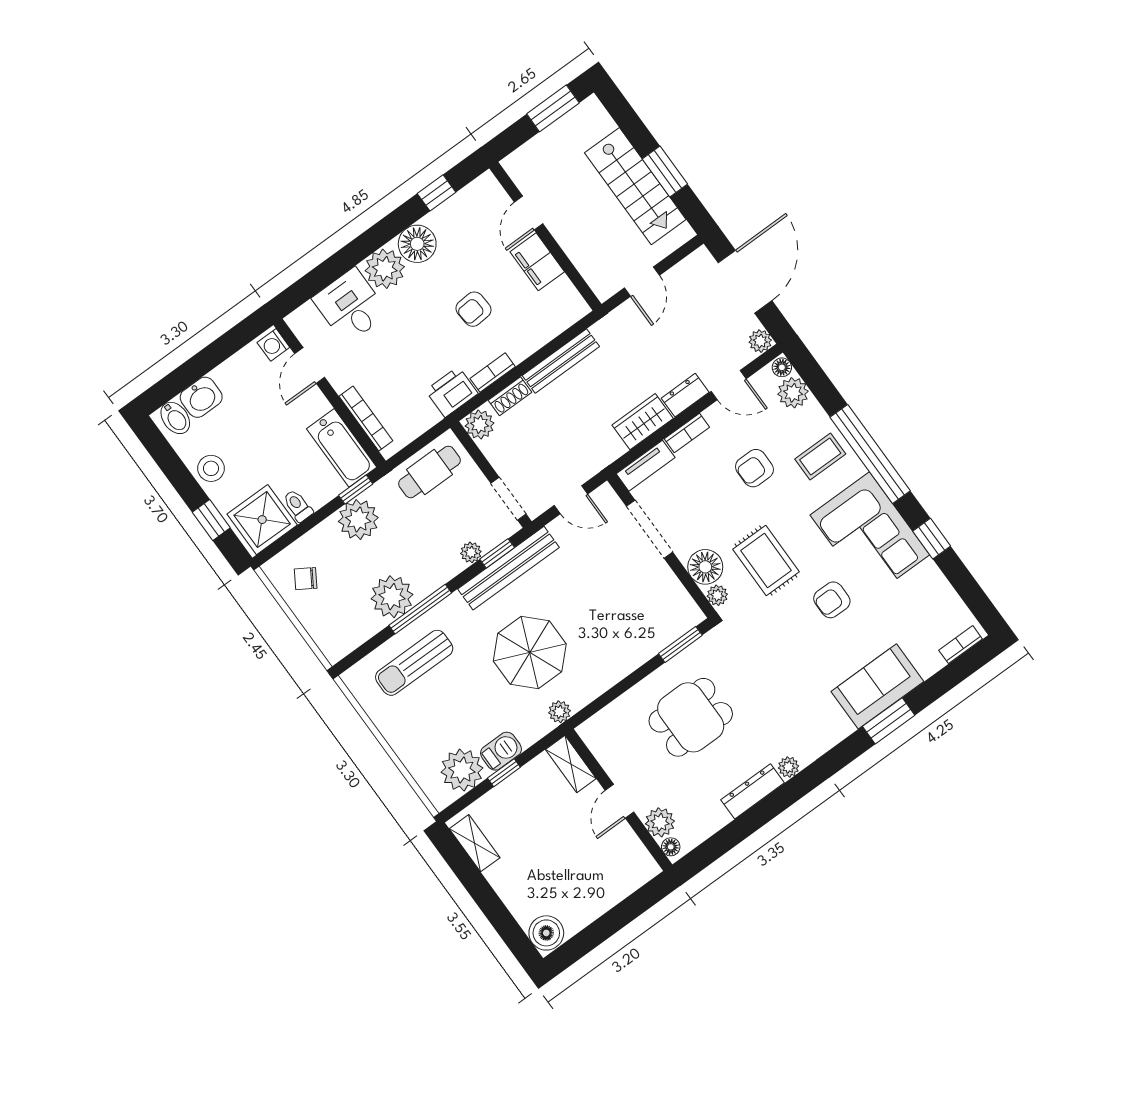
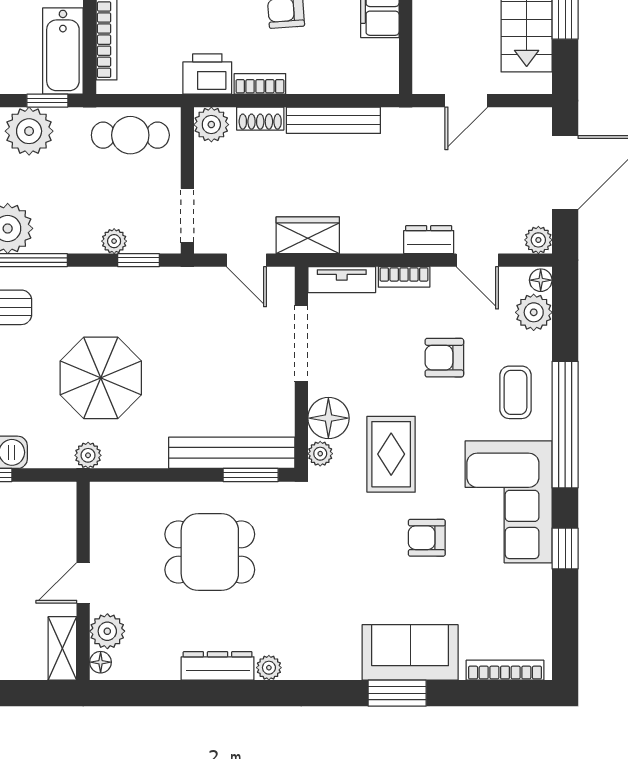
wardrobe: (643, 422) -> (308, 235), moved
coffee table: (820, 456) -> (516, 392), turned 90
bench: (509, 568) -> (232, 453), moved
bookcase: (961, 645) -> (505, 670), width x1.56
shelving: (571, 764) -> (62, 648), moved

